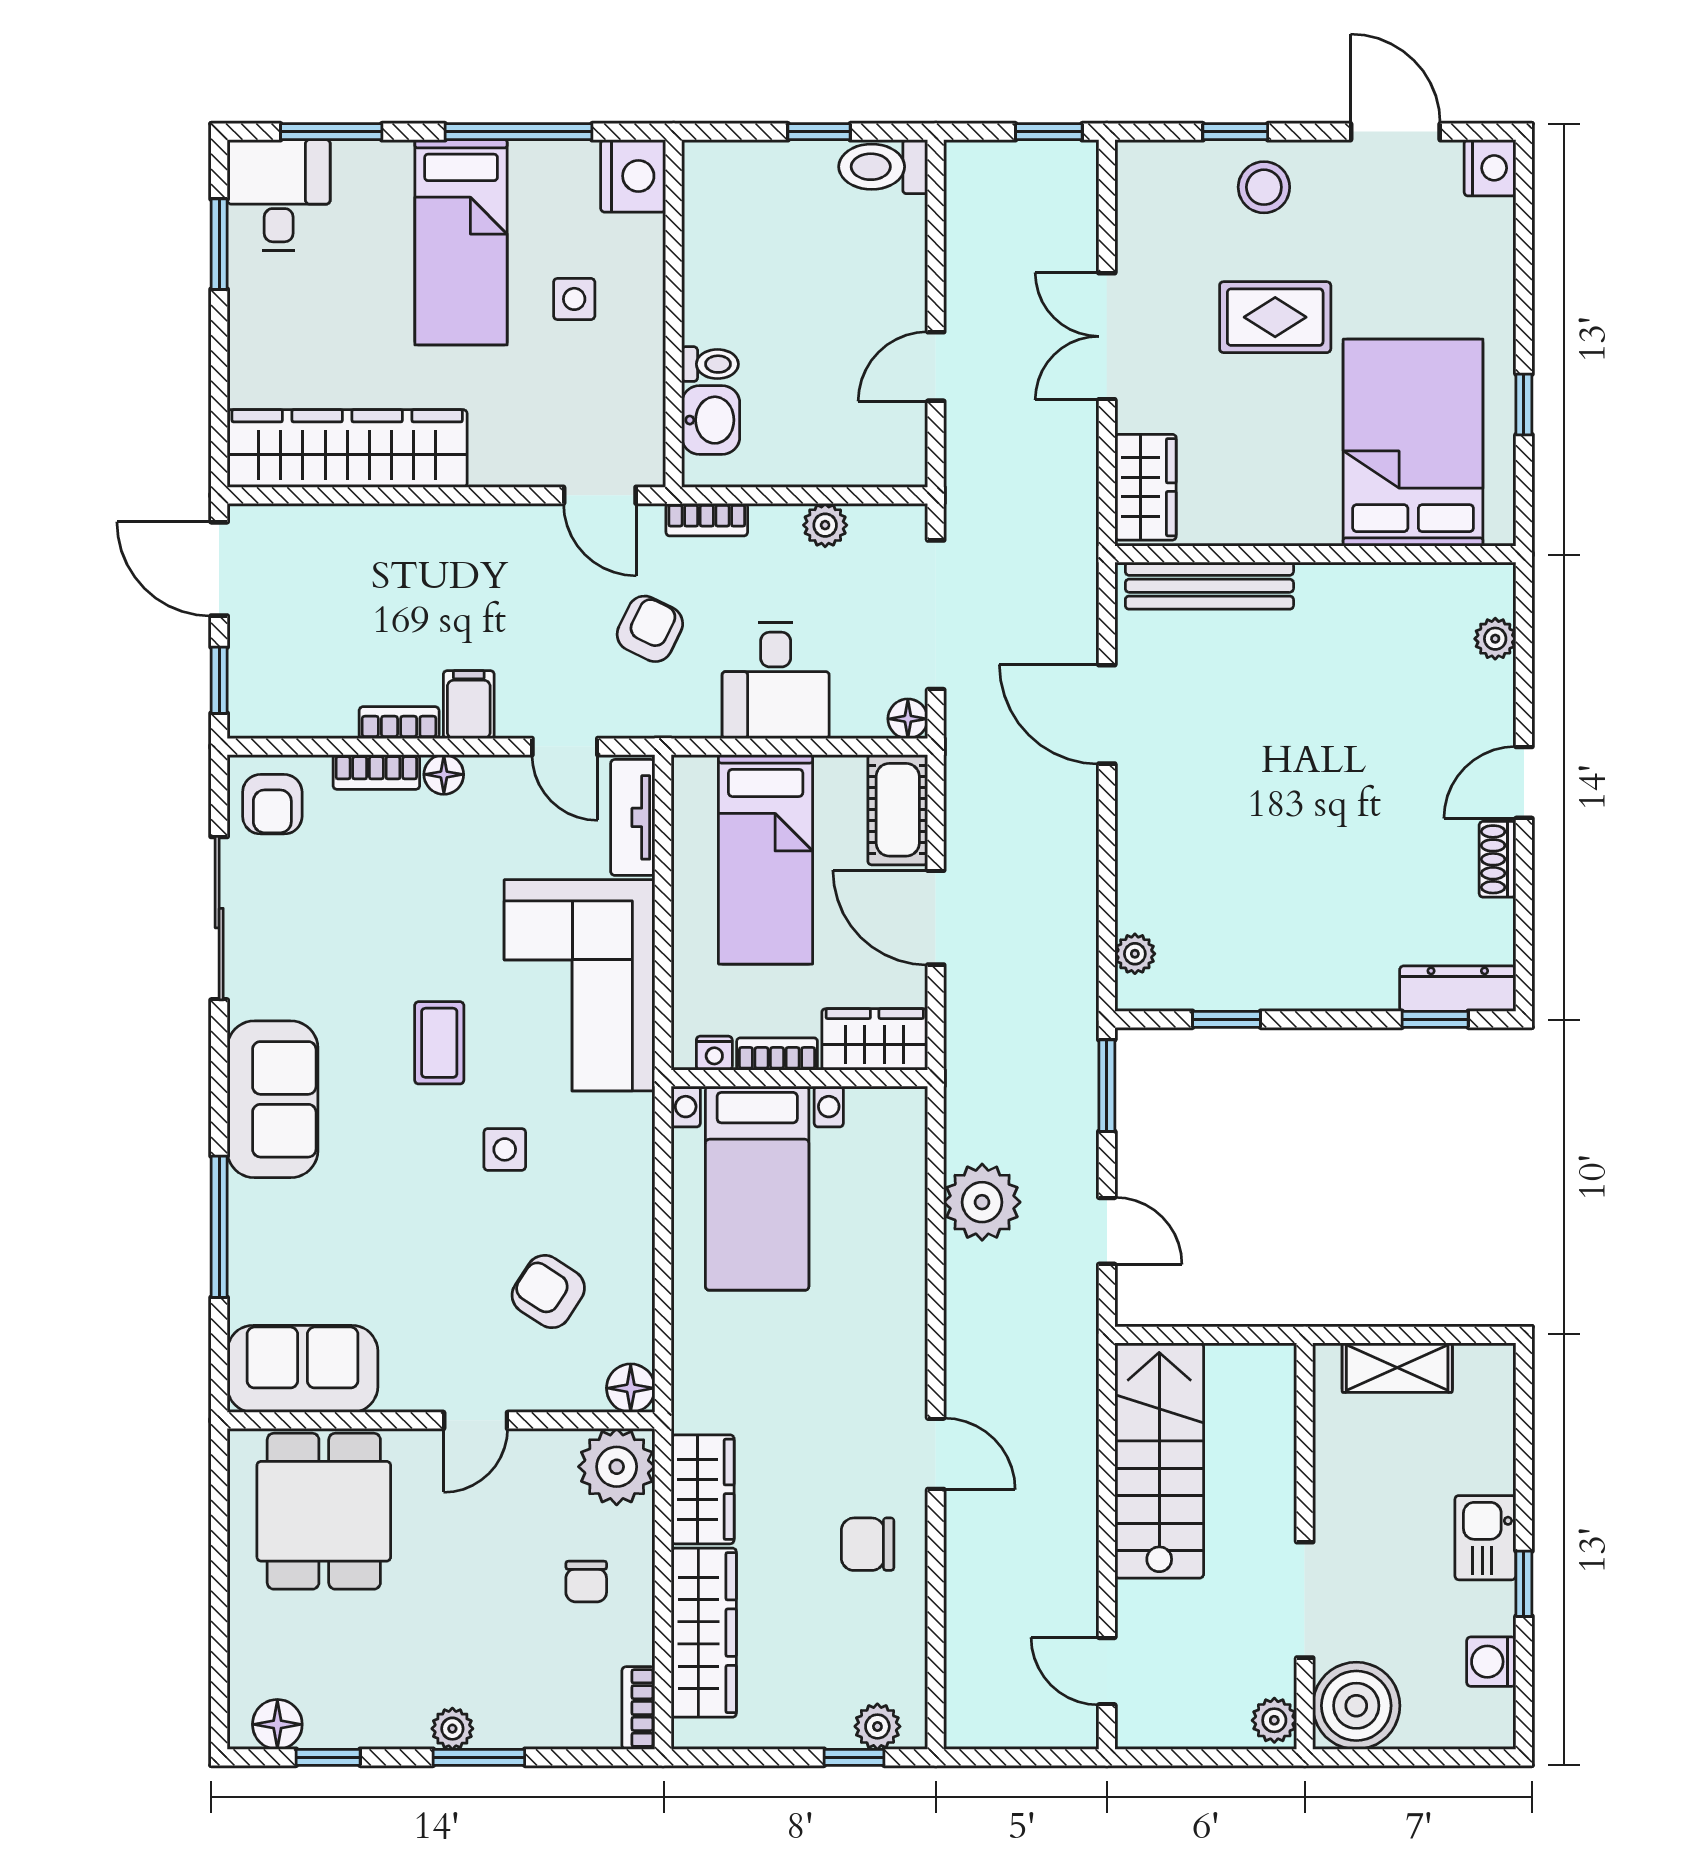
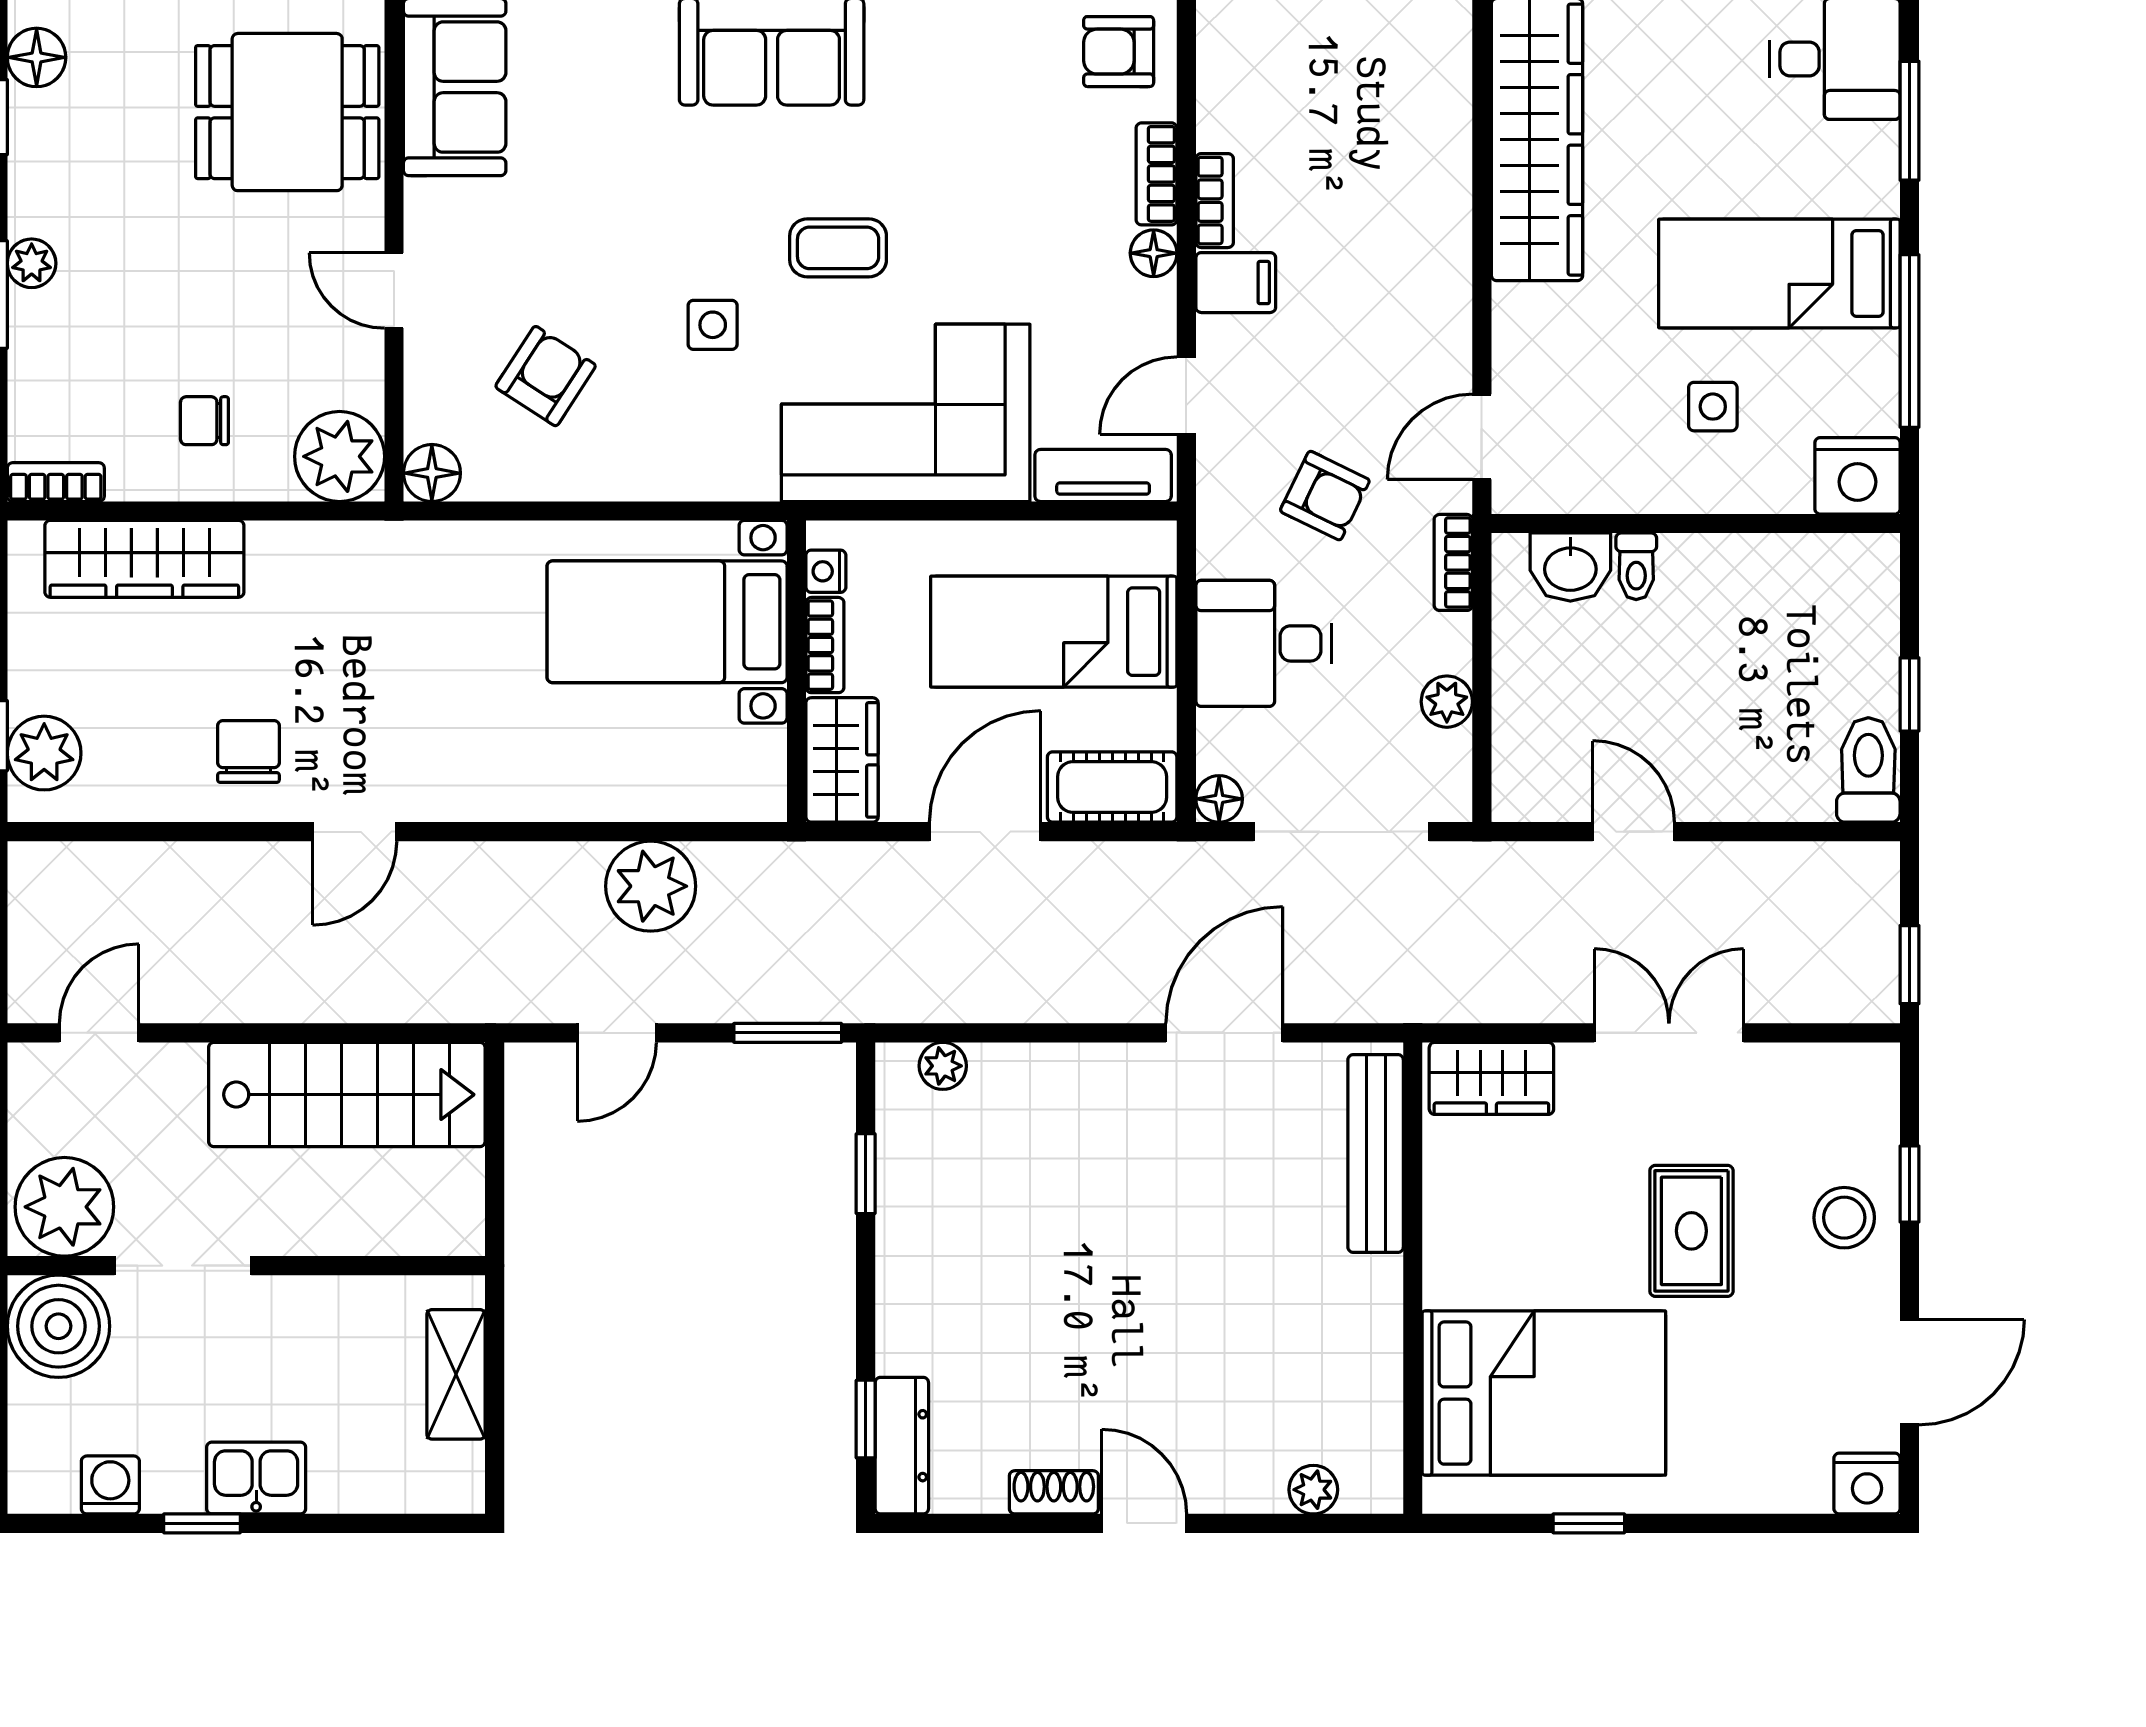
wardrobe: (703, 1489) -> (313, 558), removed
plant: (1274, 1720) -> (64, 1207), width x1.88, depth x1.88
plant: (877, 1726) -> (44, 753), width x1.38, depth x1.38

